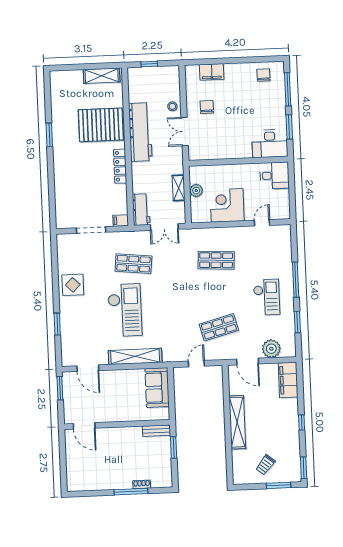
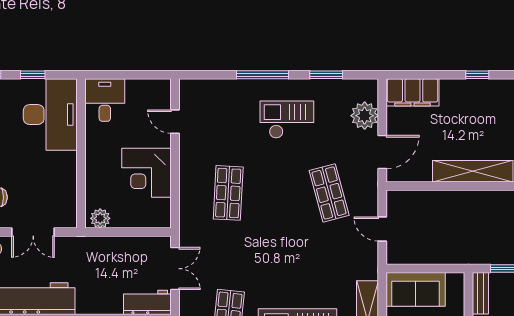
window: (289, 127) -> (33, 75), width x0.67
desk: (270, 144) -> (50, 115), width x1.36, depth x1.30
shelving: (179, 188) -> (117, 245), removed
plant: (196, 191) -> (100, 218), moved

